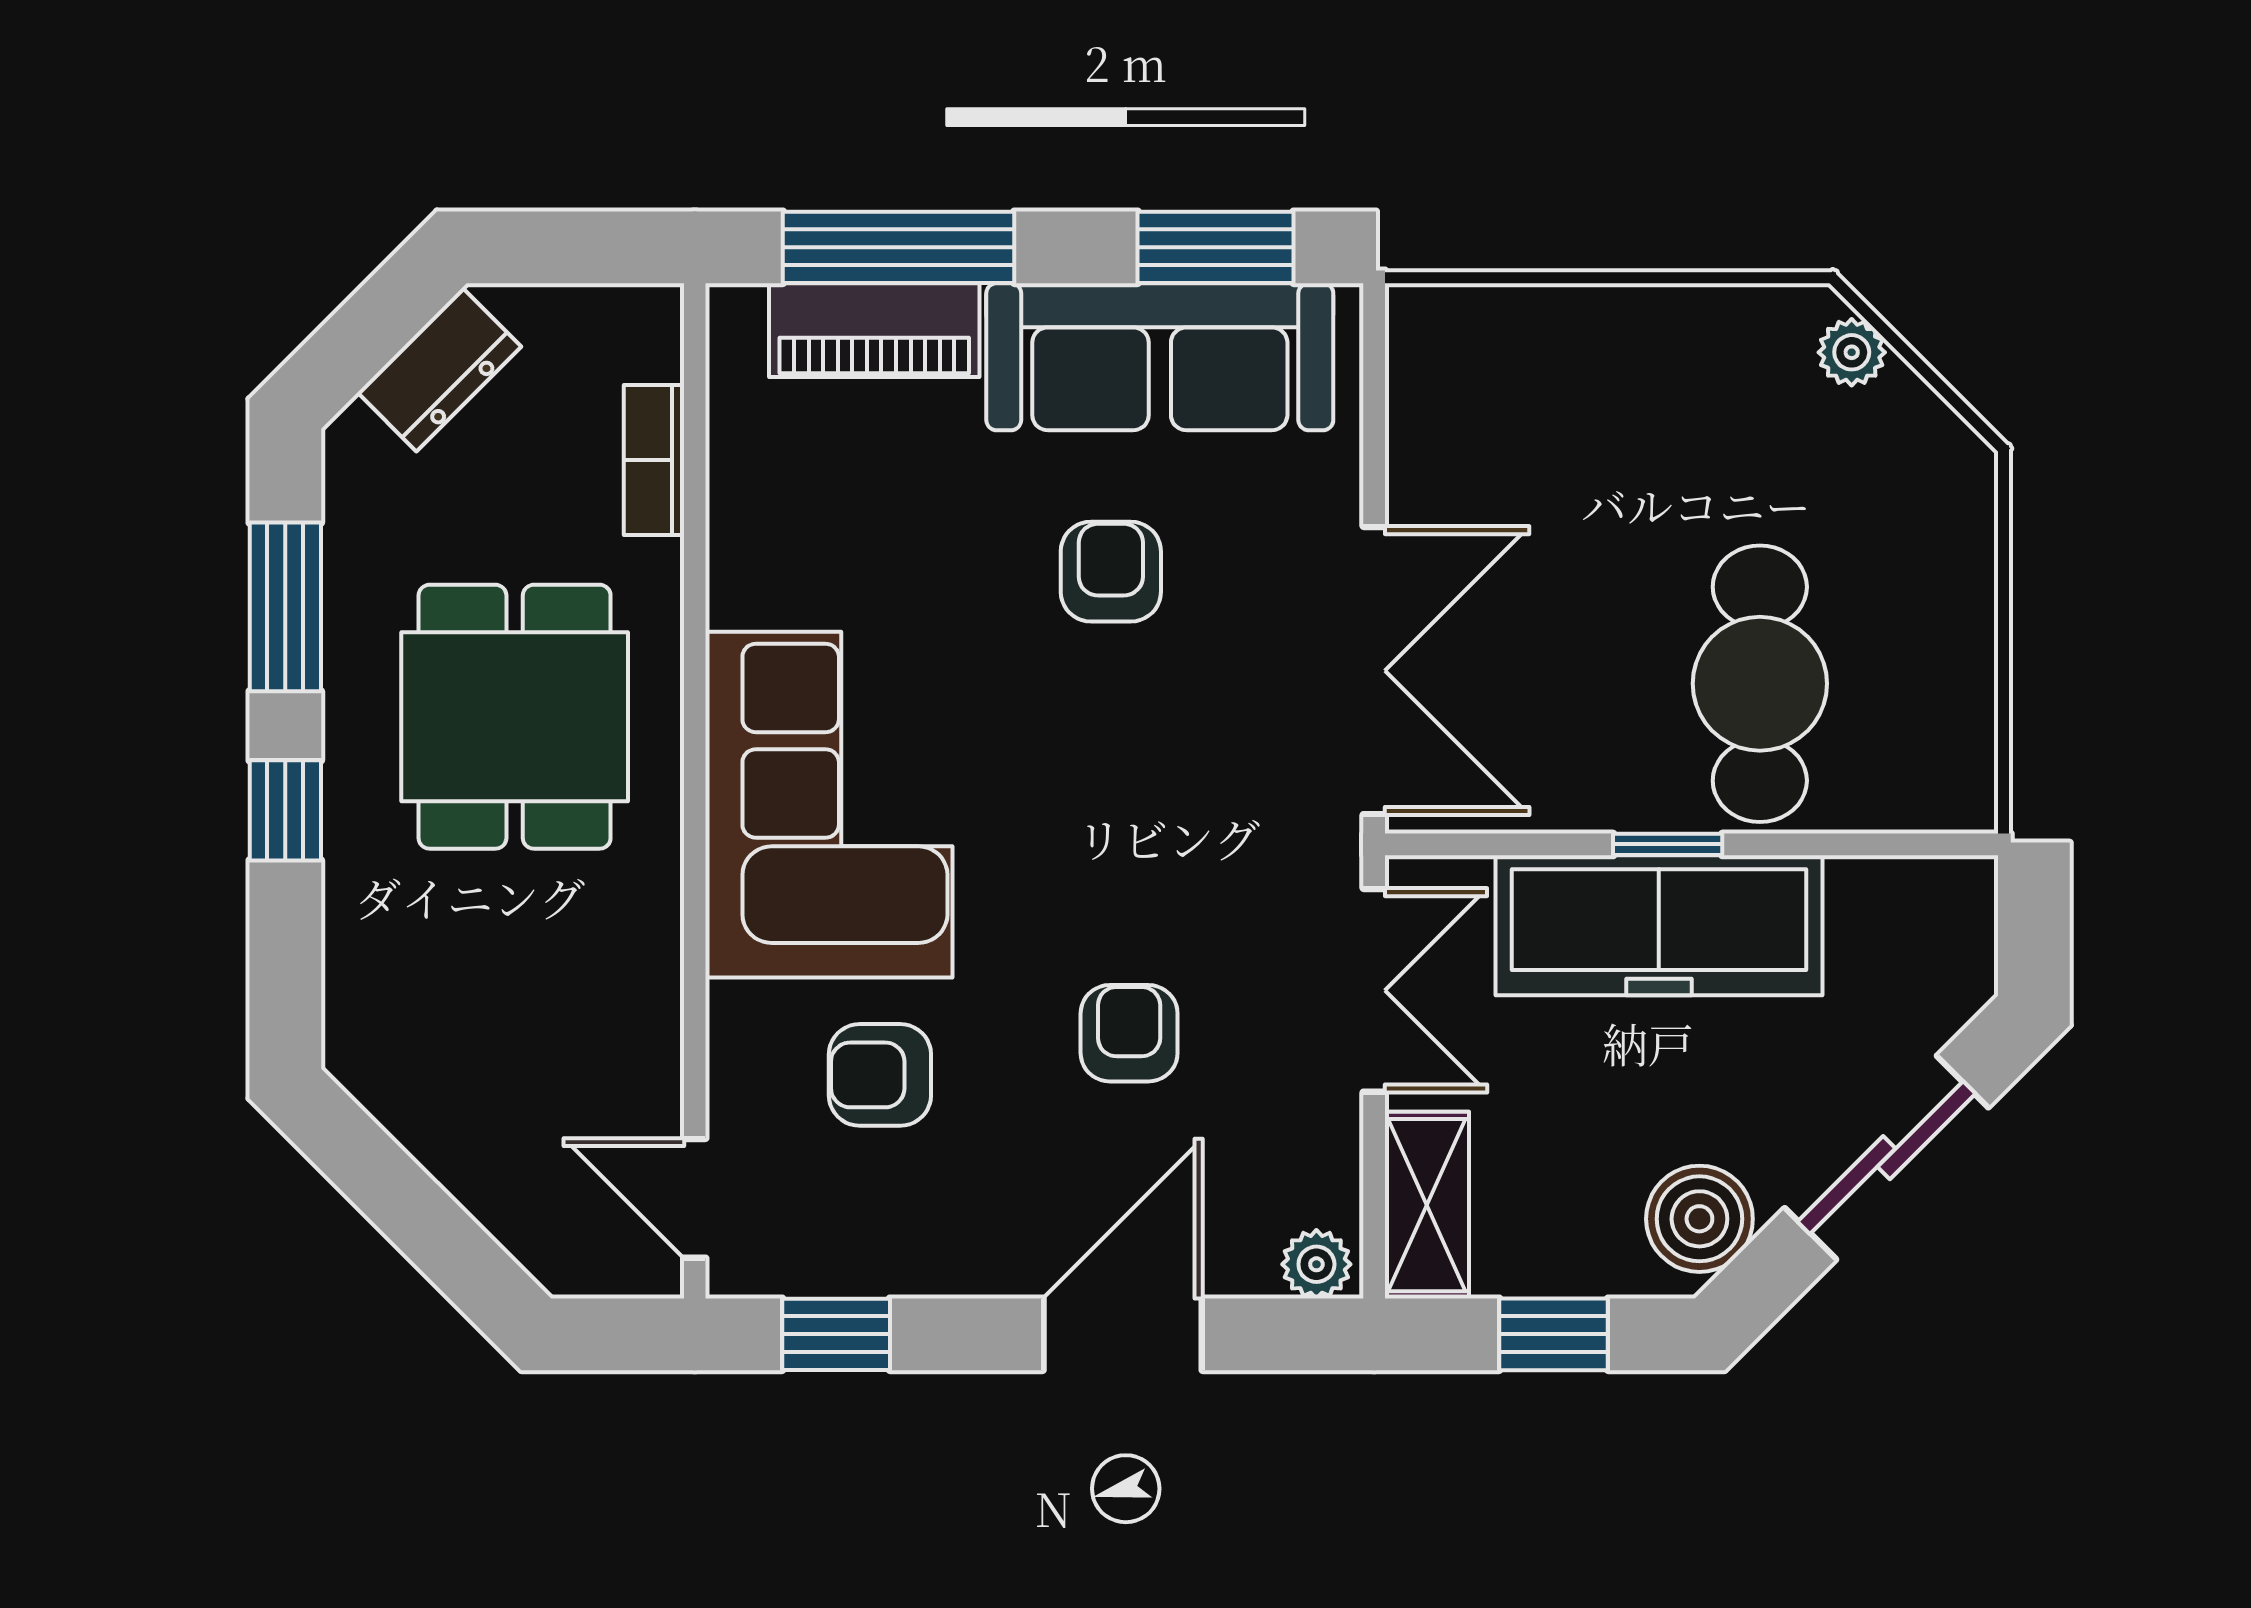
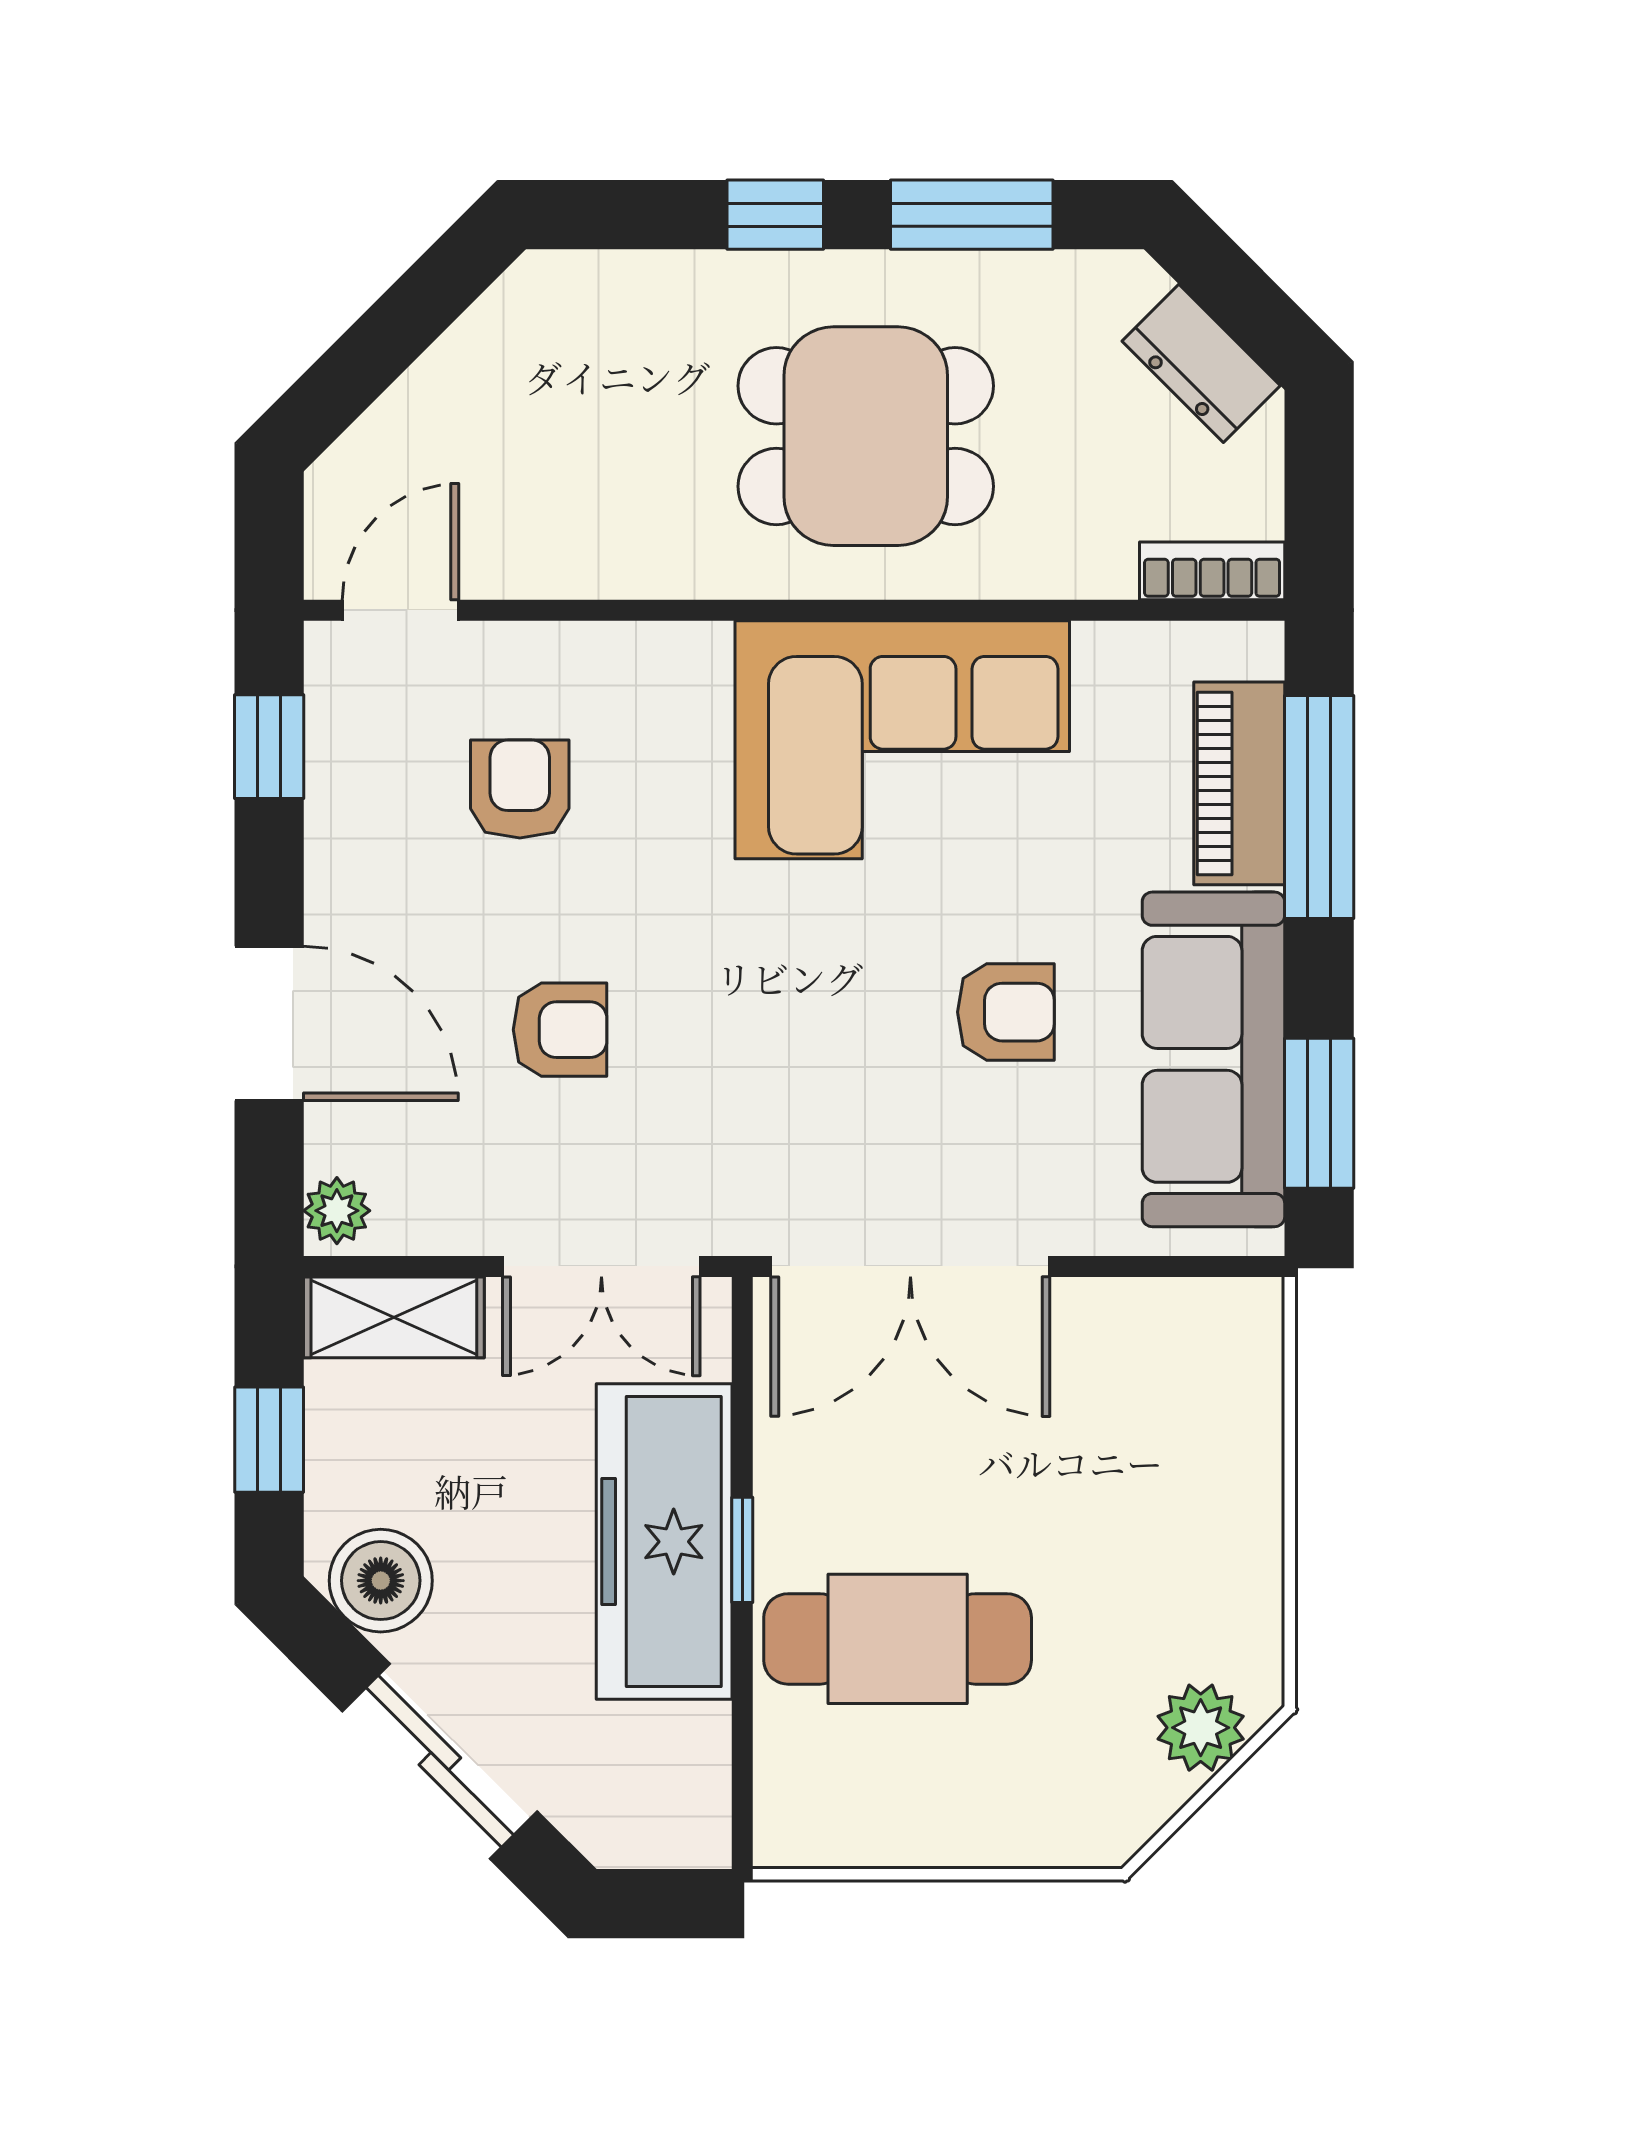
plant: (1852, 352) -> (1201, 1728), width x1.38, depth x1.38
bookcase: (654, 460) -> (1212, 571), moved
corner sofa: (829, 805) -> (902, 740), moved

